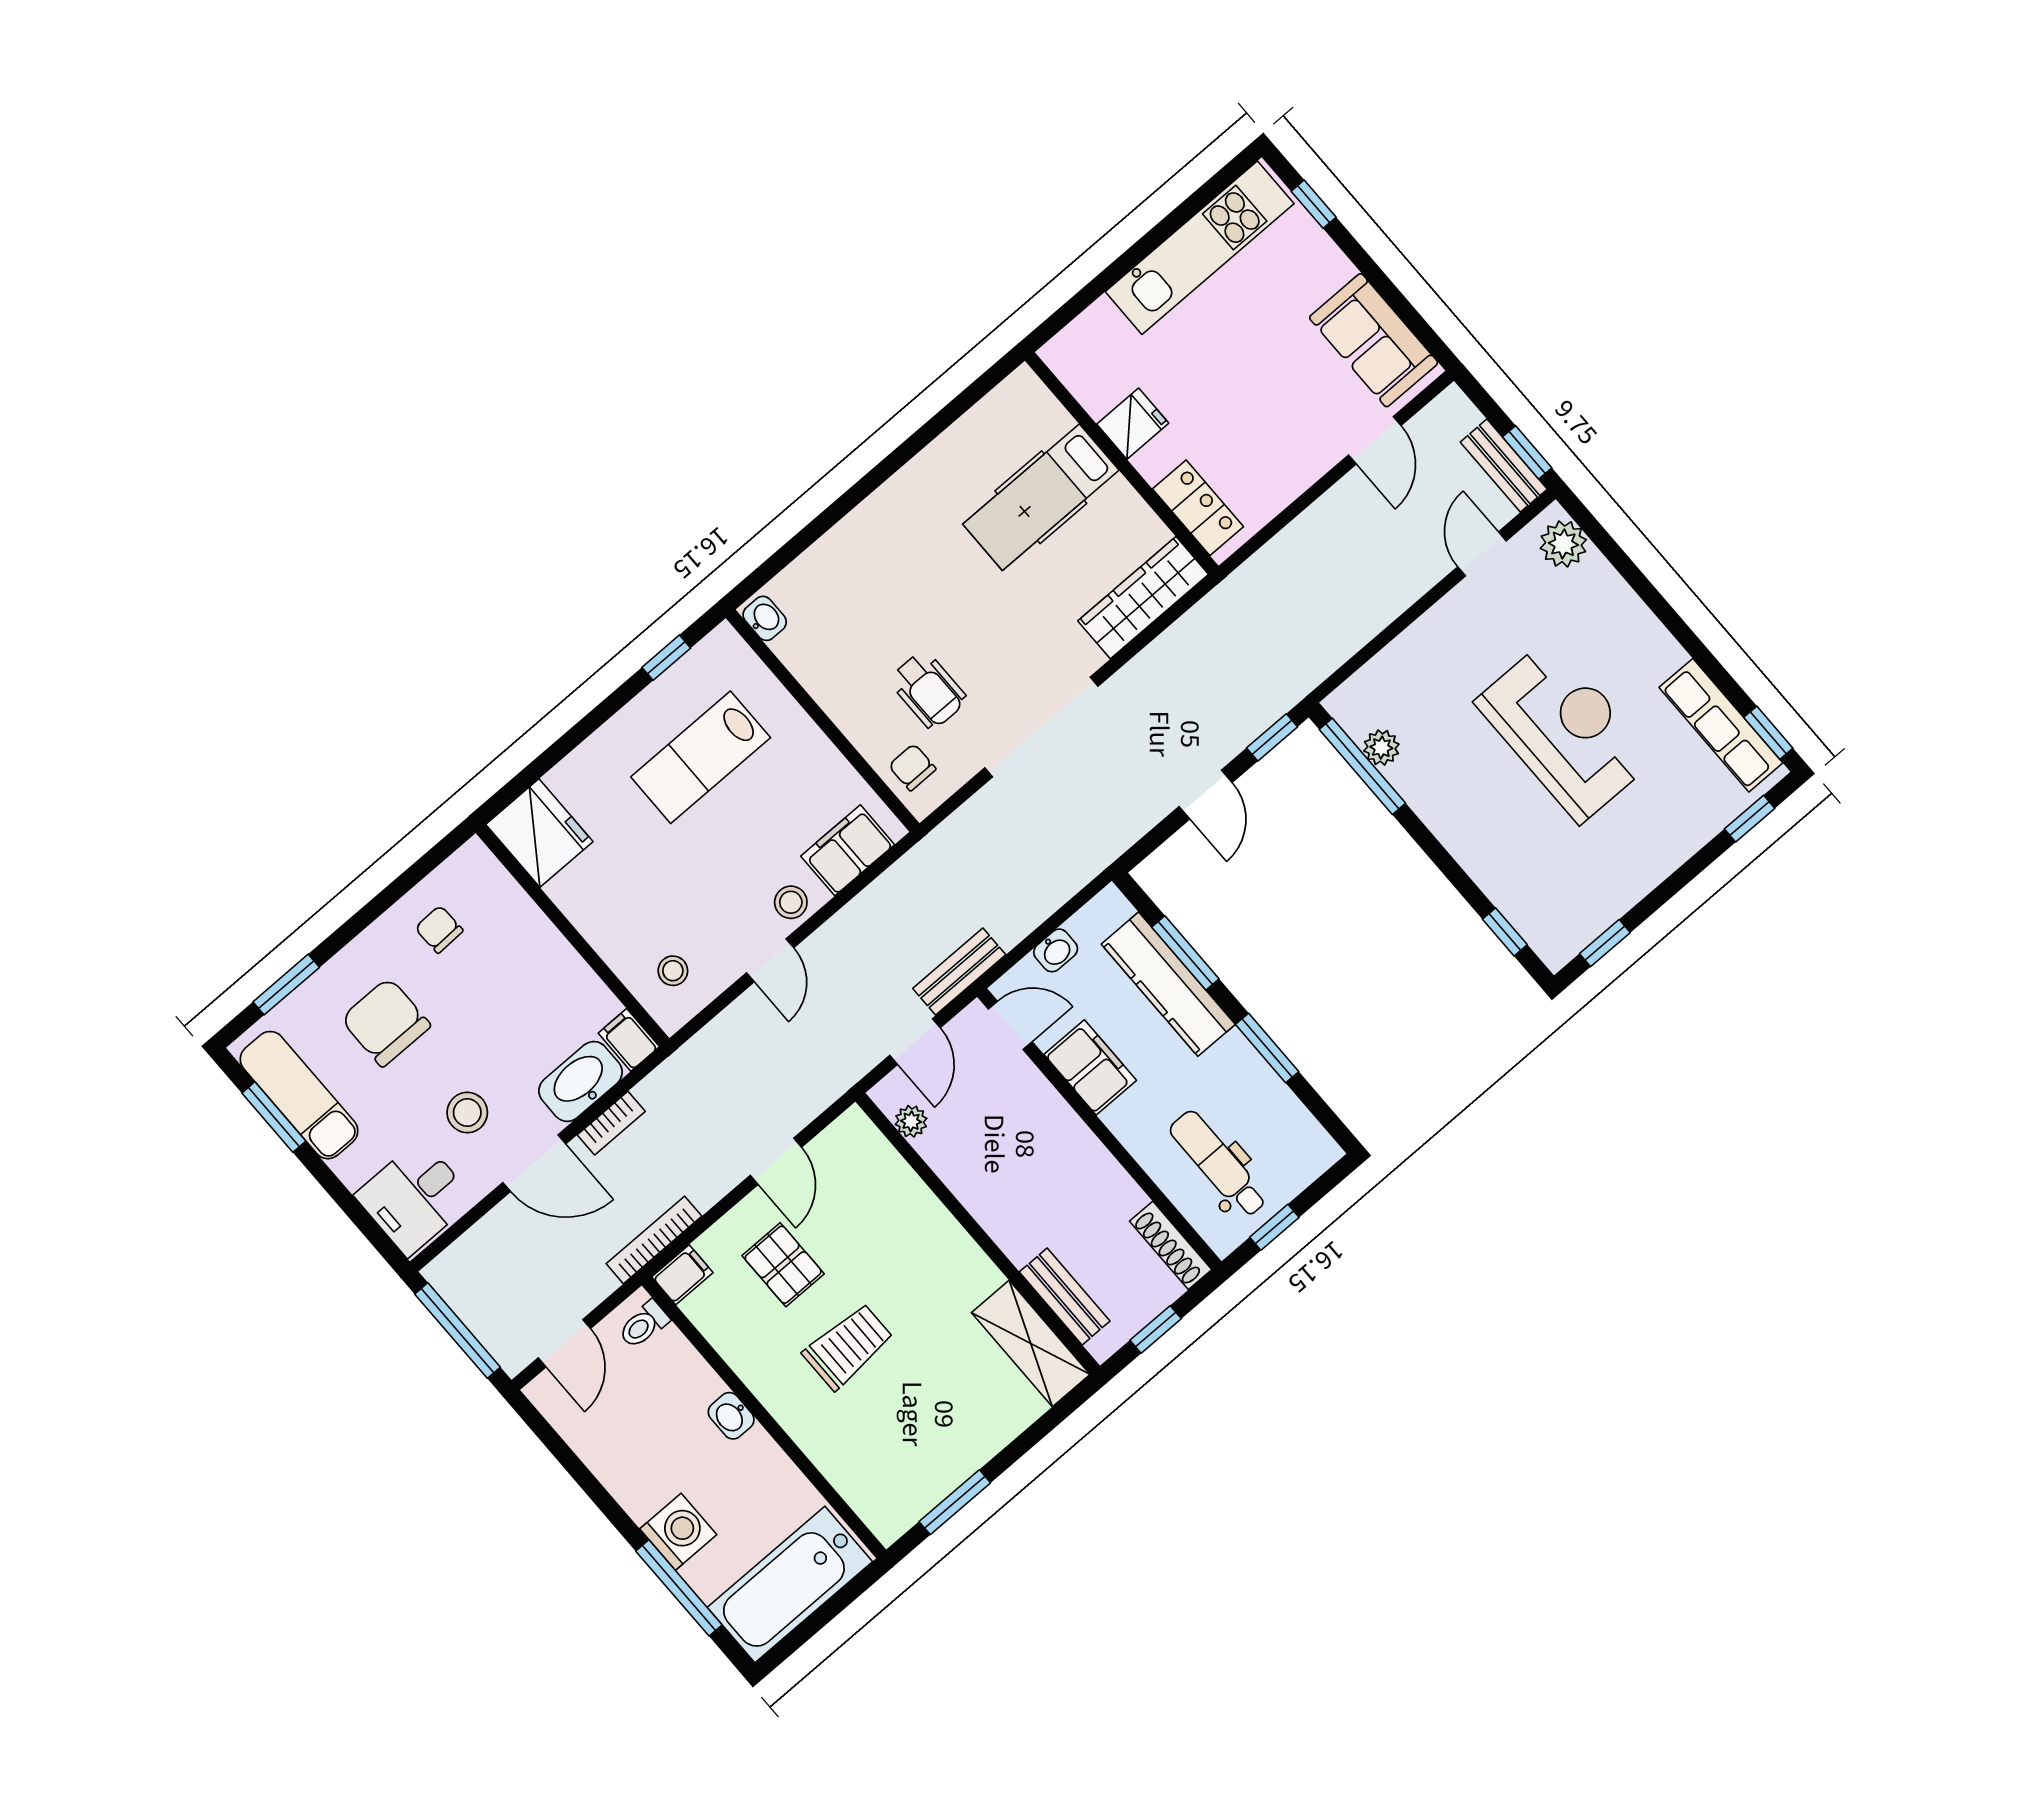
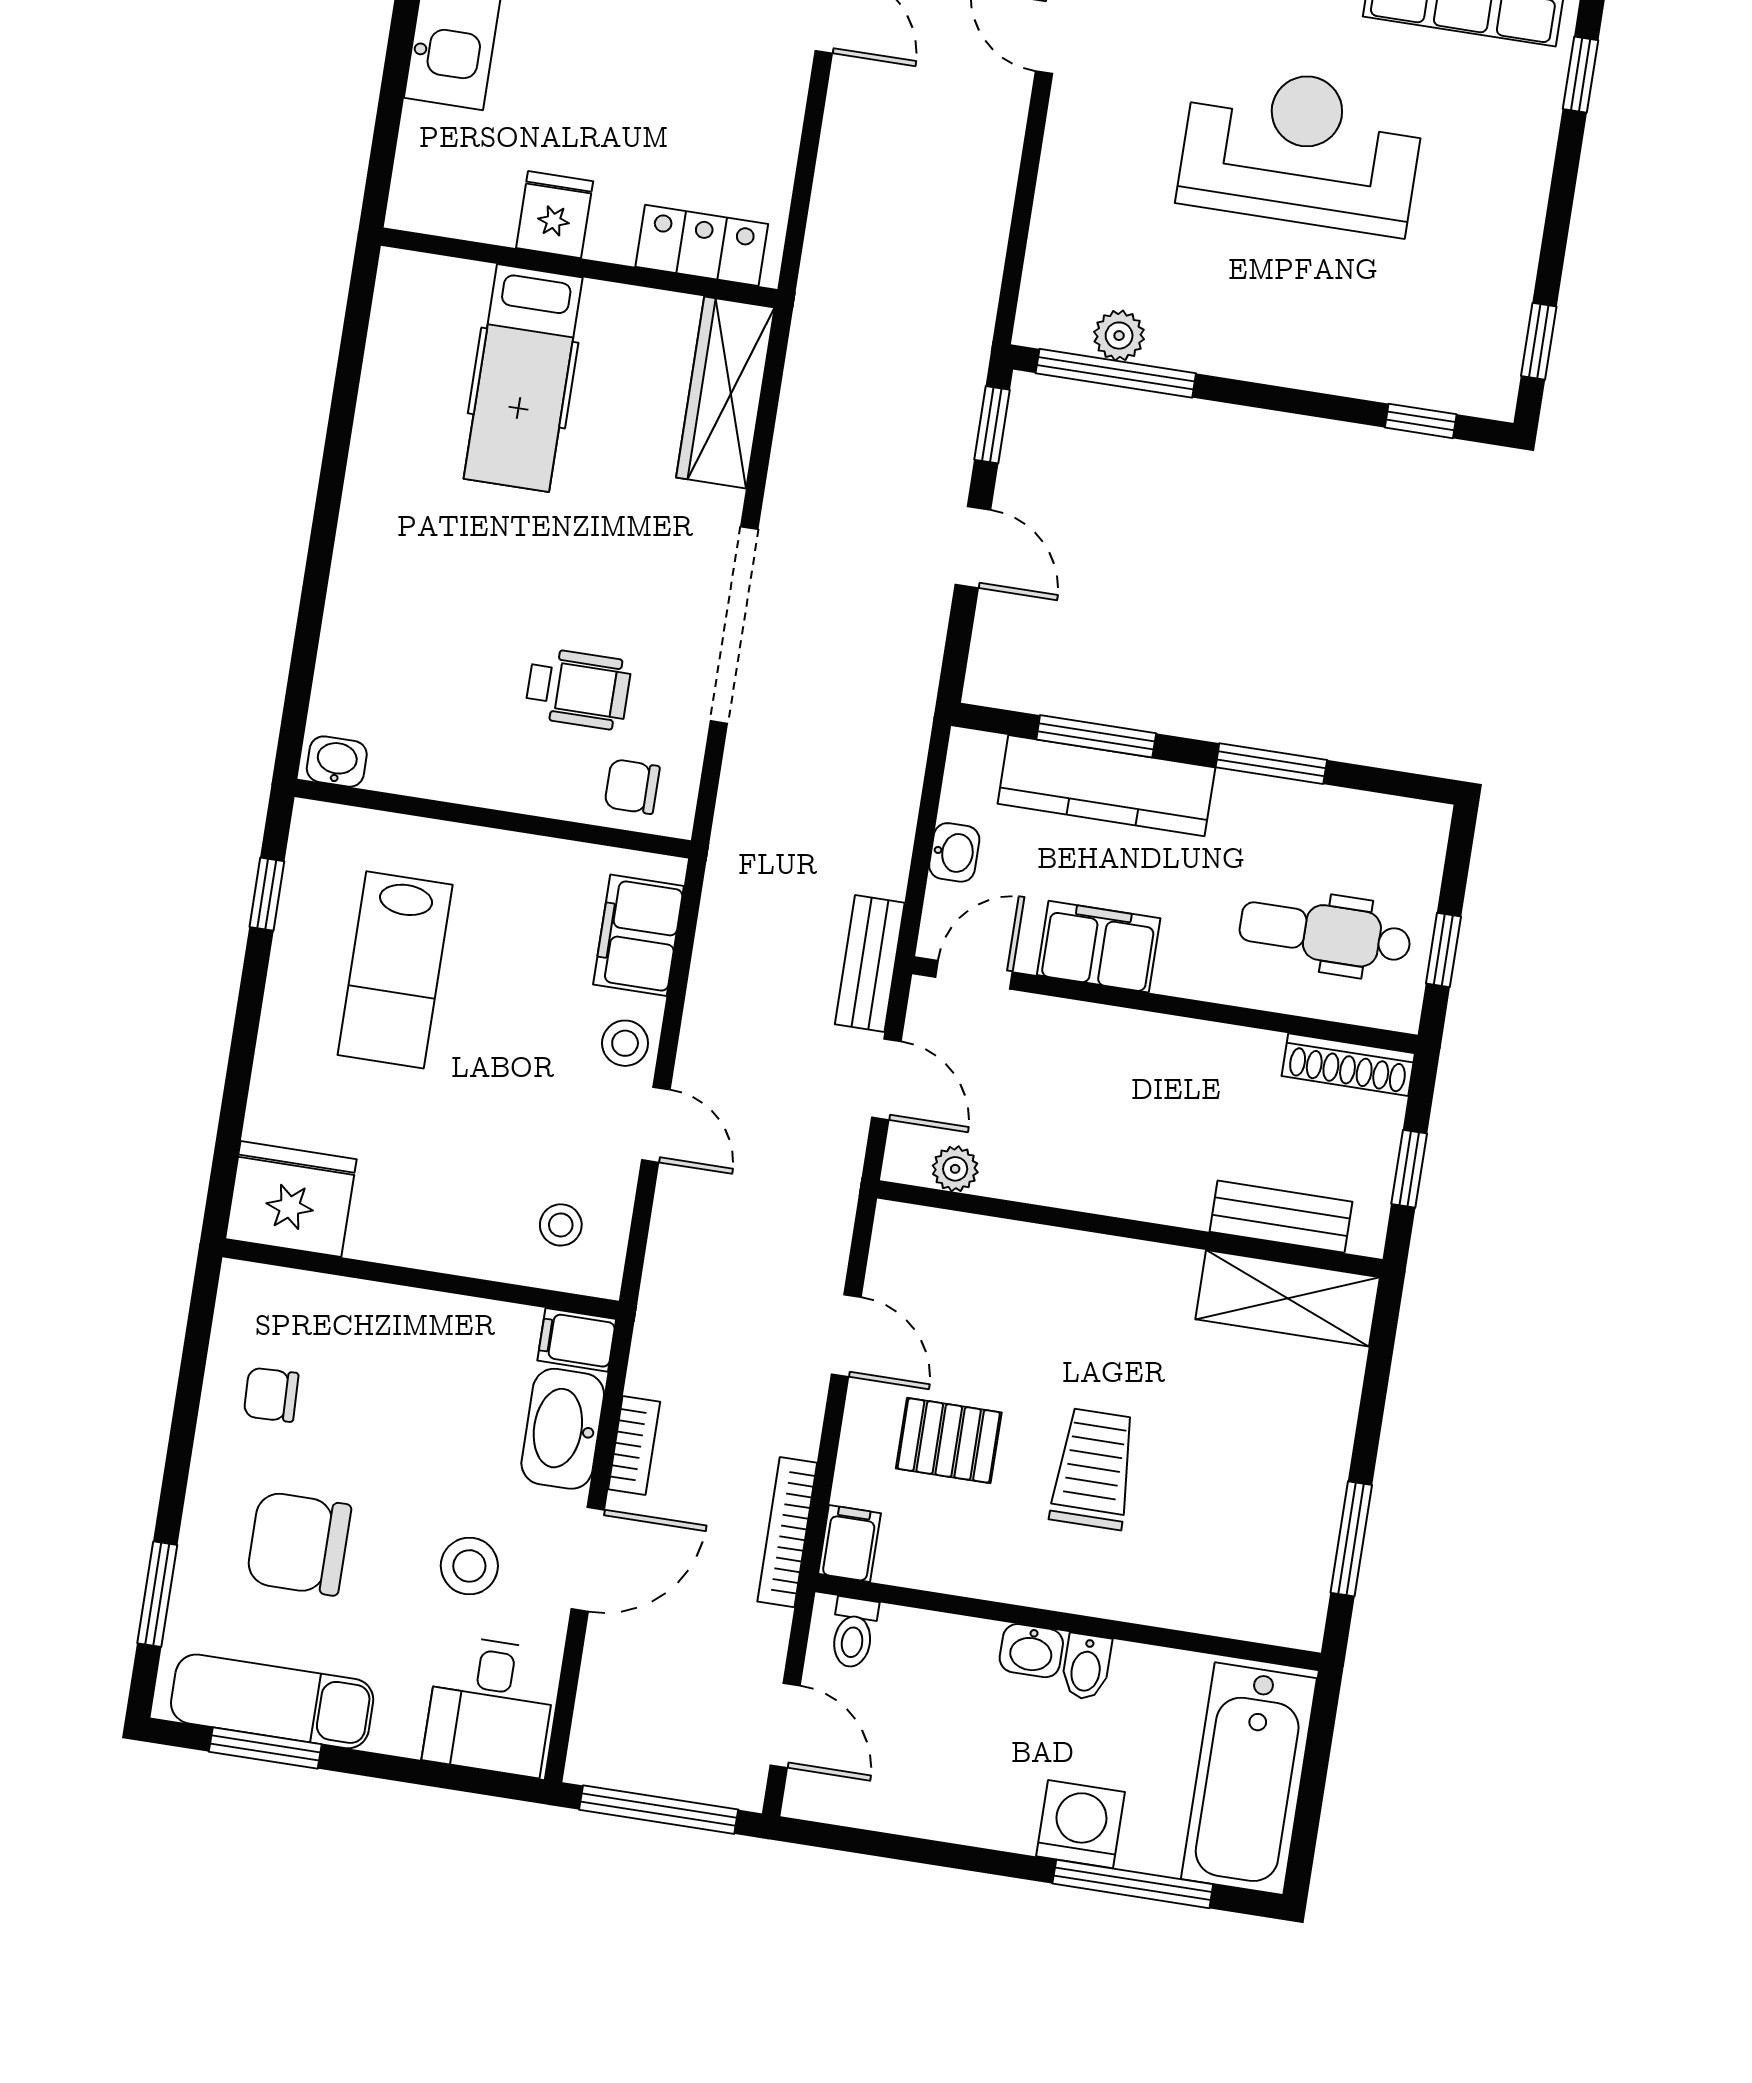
bidet: (753, 1450) -> (1086, 1667), added

